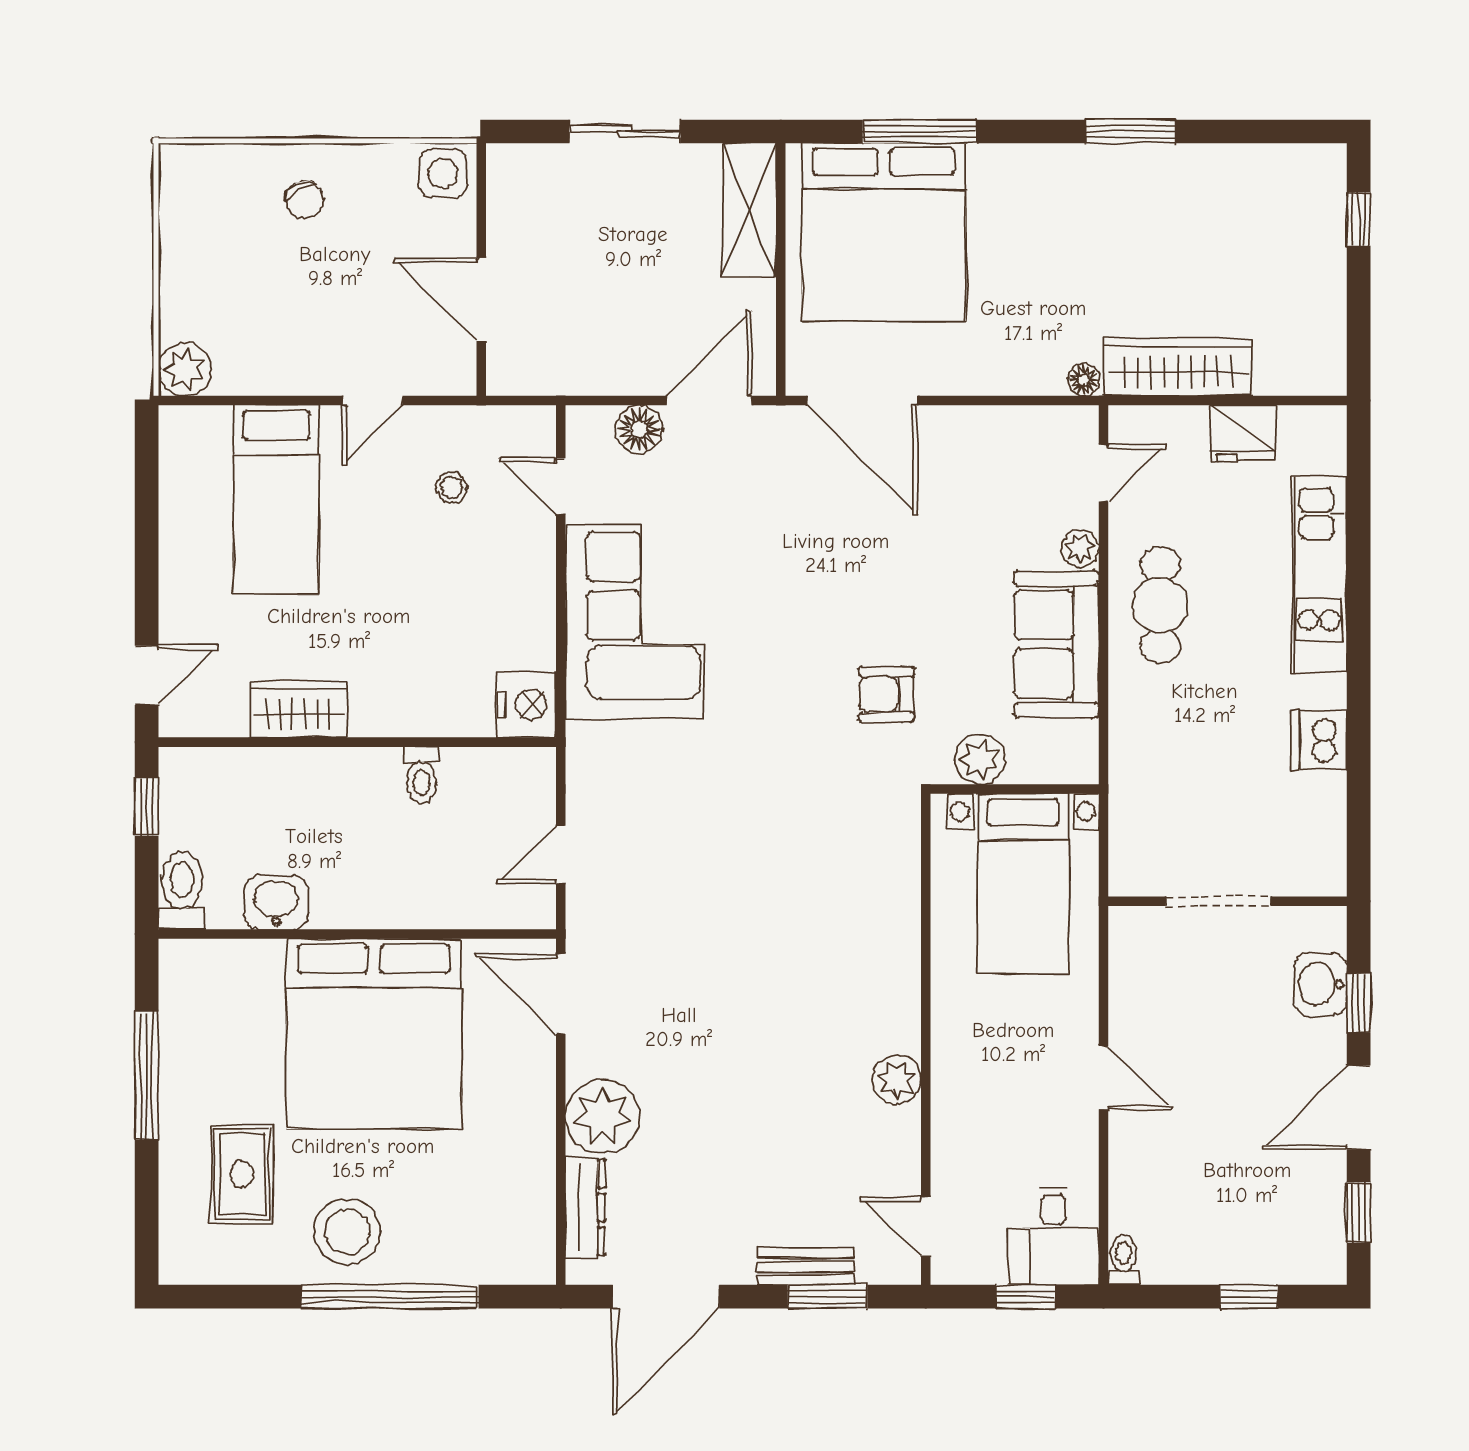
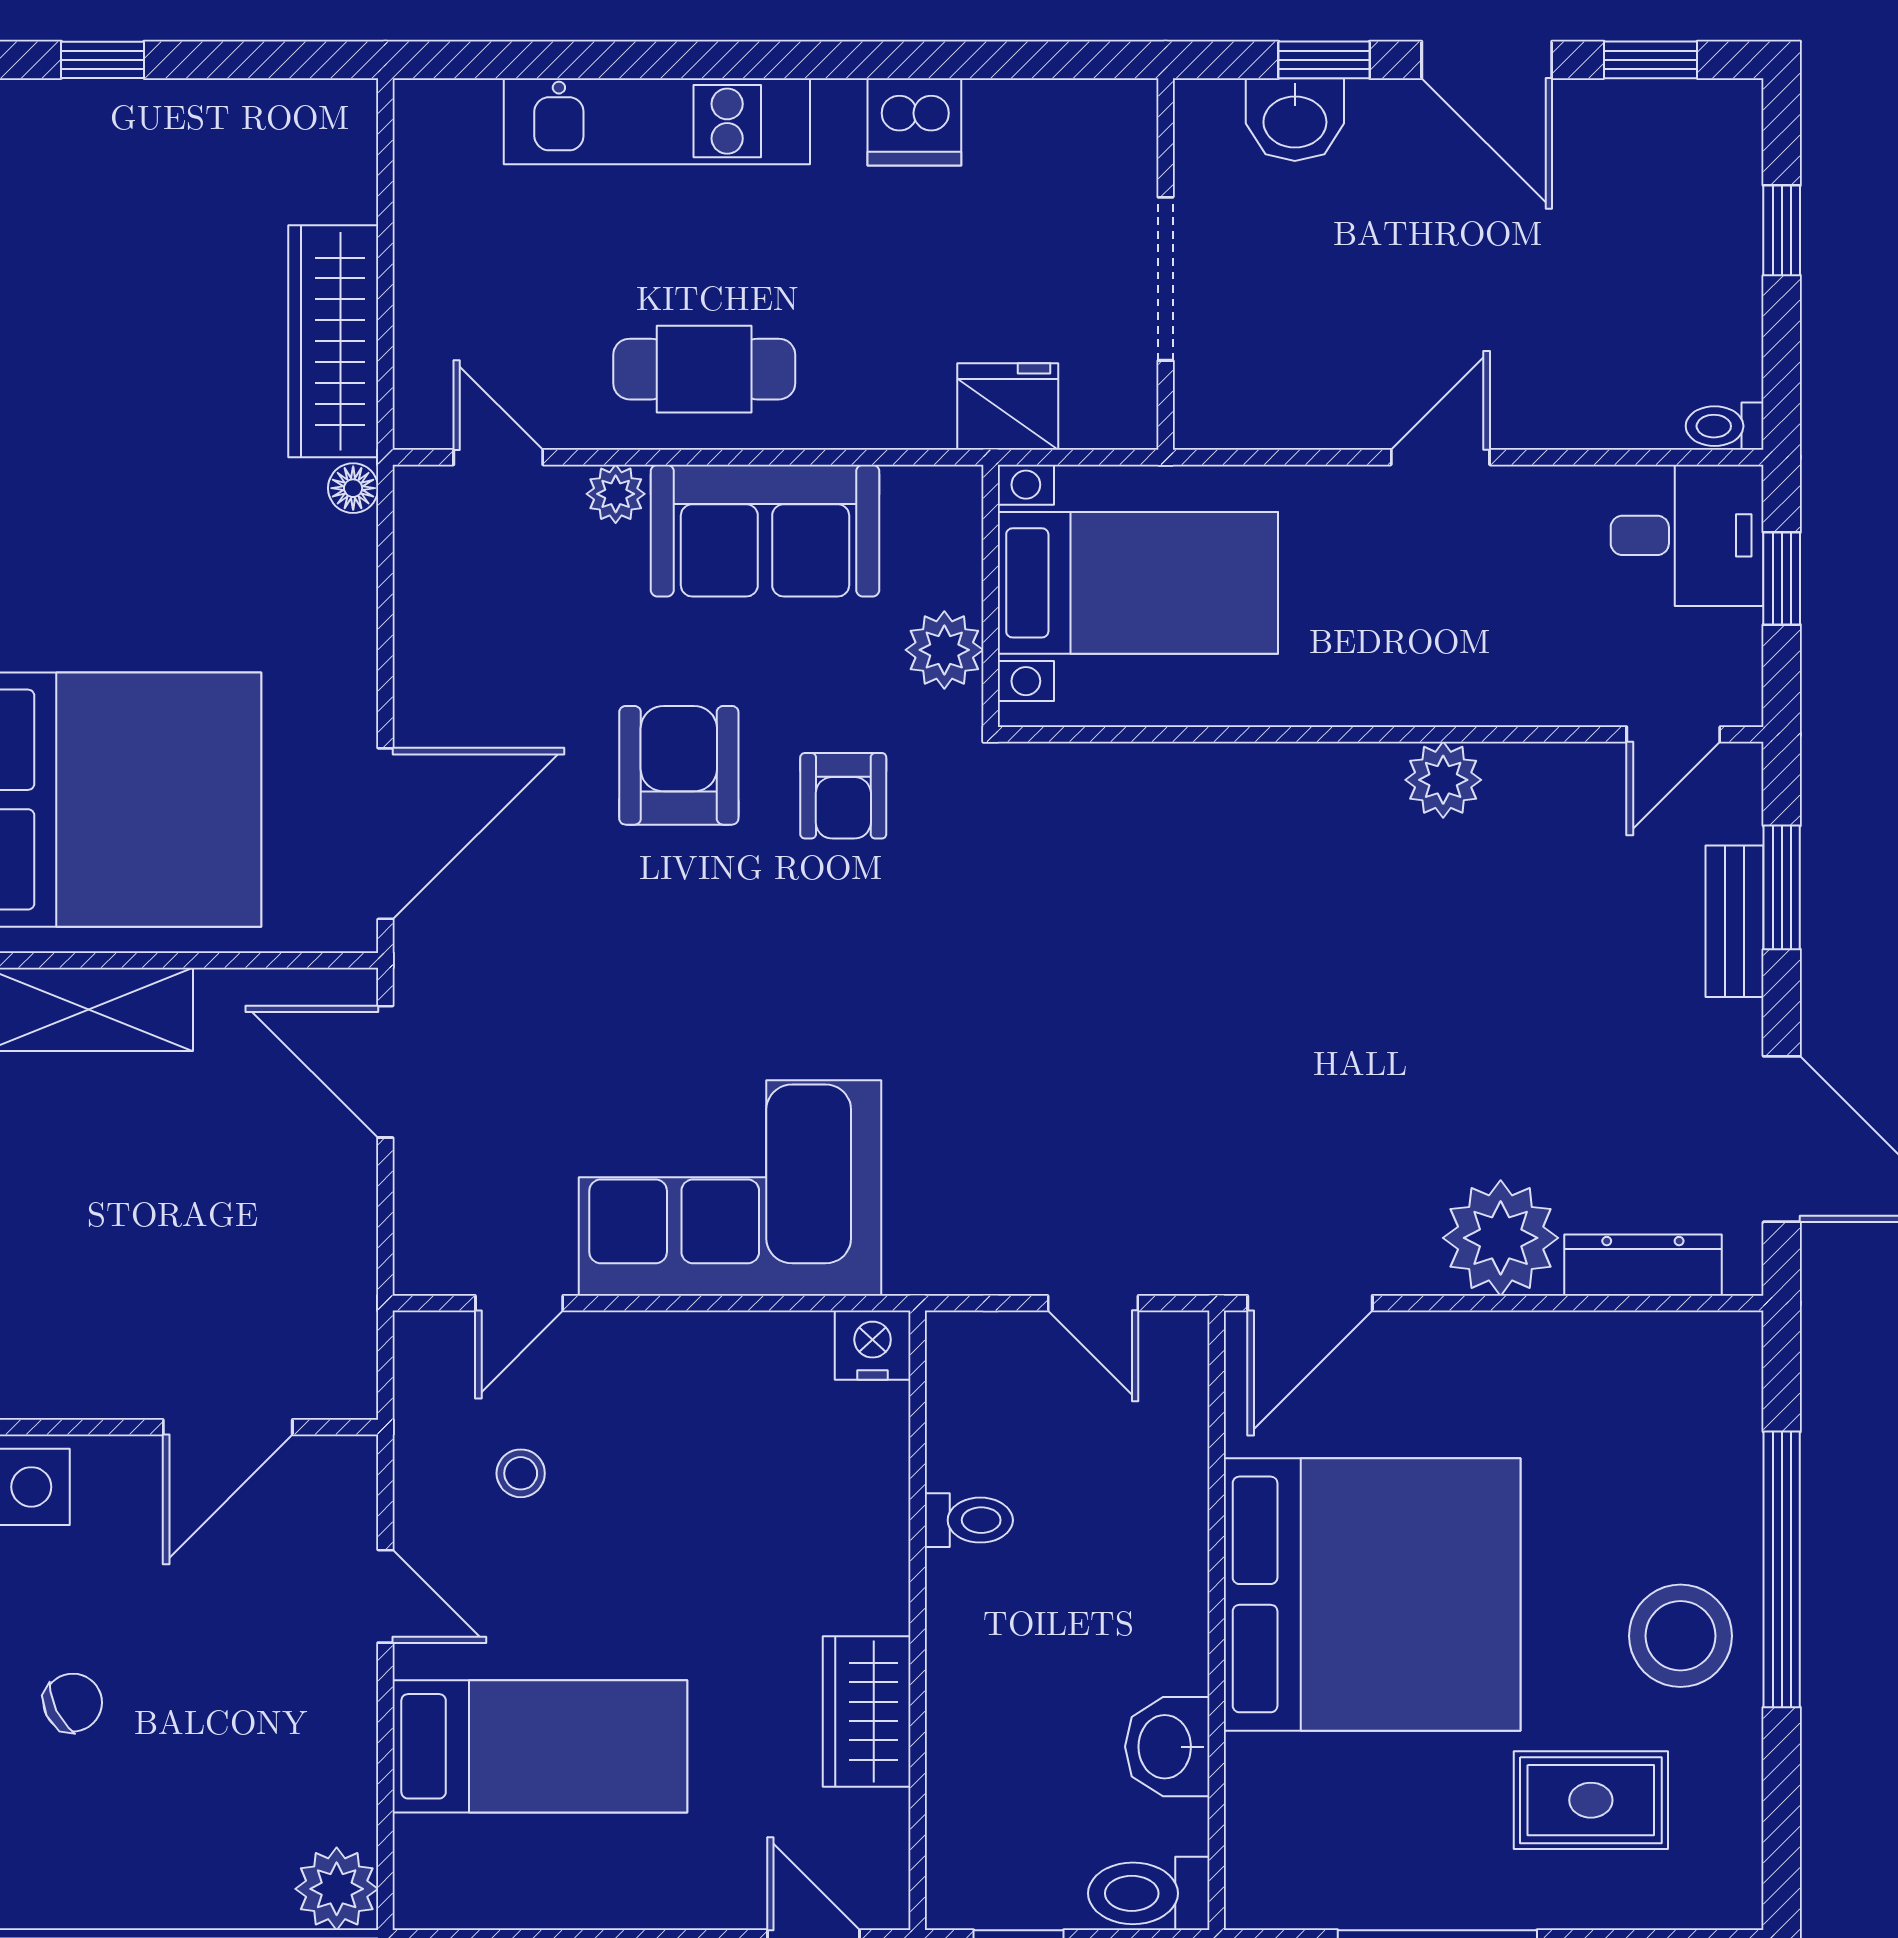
floor lamp: (639, 429) -> (430, 1181), removed
fridge: (1243, 433) -> (1008, 407), moved, turned -90
armchair: (906, 589) -> (679, 765), added
nightstand: (527, 704) -> (873, 1345), width x0.74, depth x0.75

